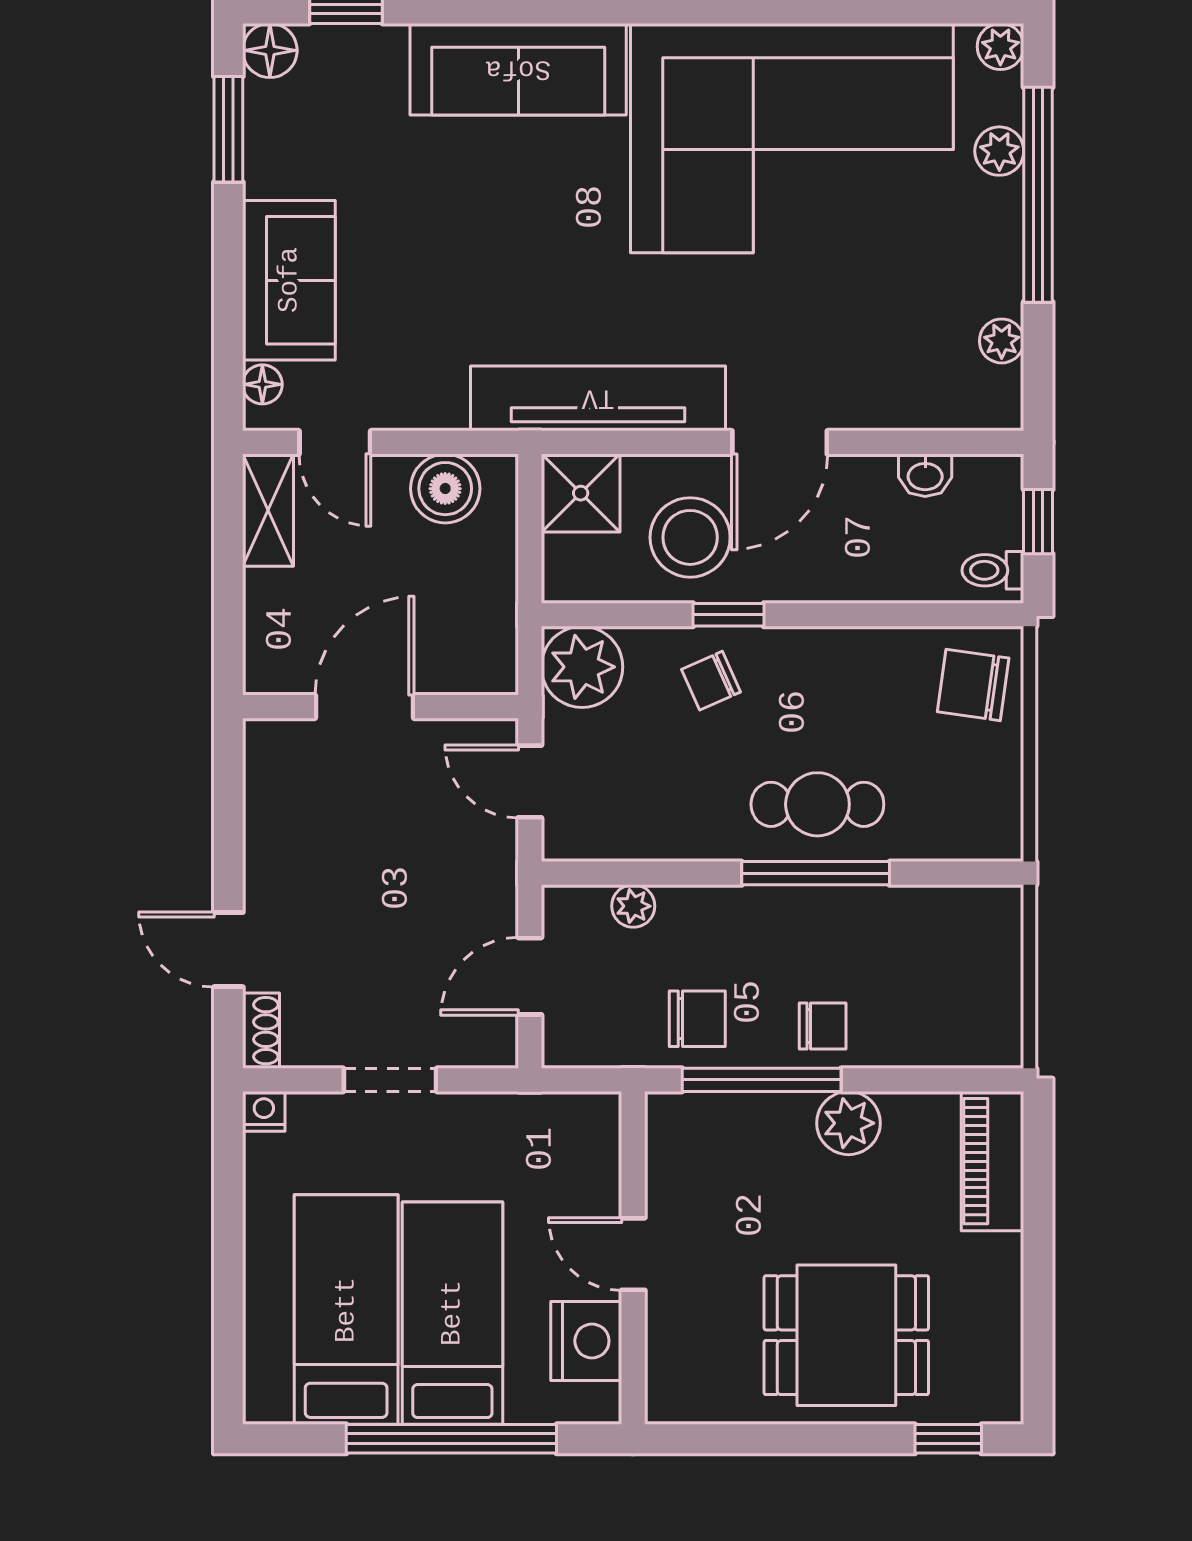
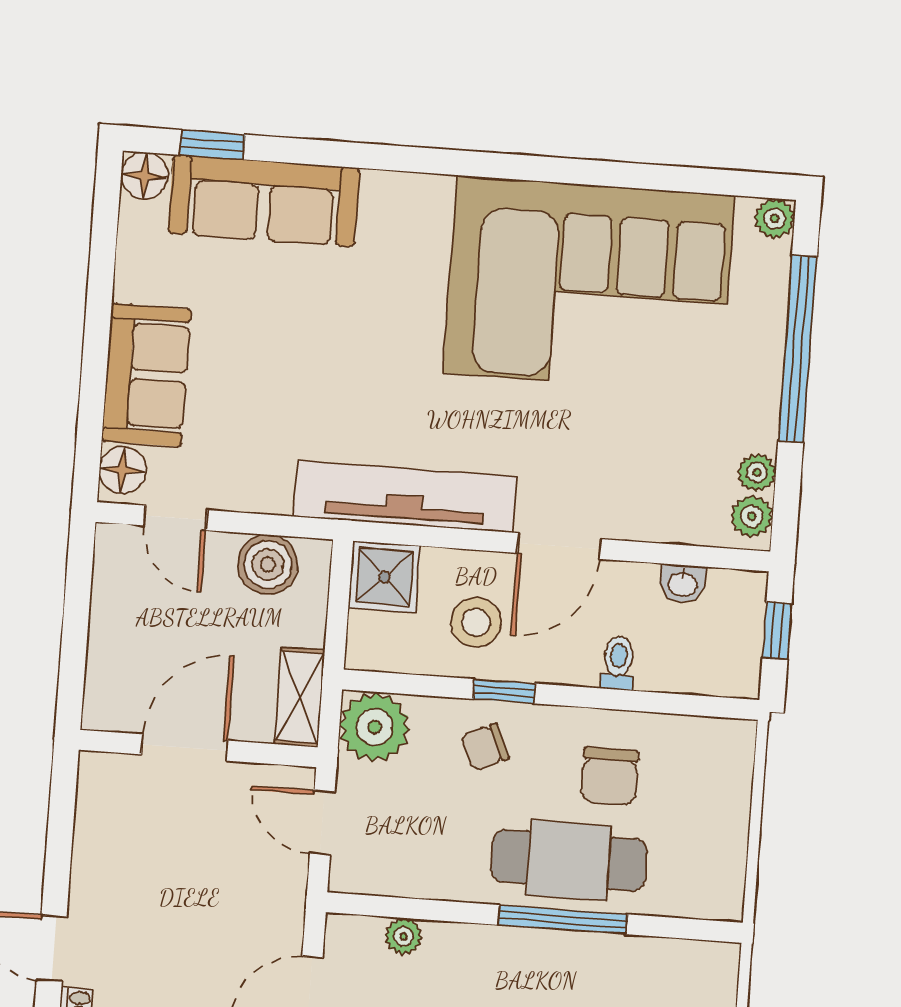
sofa: (518, 69) -> (264, 201), moved
window: (228, 129) -> (104, 241), removed
plant: (999, 151) -> (752, 516), moved
floor lamp: (262, 384) -> (123, 470), width x1.37, depth x1.37
shelving: (268, 510) -> (300, 697), moved
stool: (690, 537) -> (476, 622), width x0.73, depth x0.73
toilet: (993, 570) -> (618, 663), moved, turned 90
chair: (973, 685) -> (610, 776), moved, turned -98
cafe table: (817, 804) -> (569, 860), width x1.37, depth x1.35

